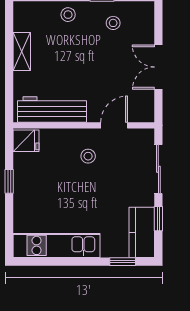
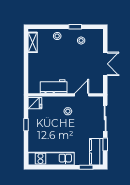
shelving: (22, 52) -> (33, 42), moved
double door: (158, 67) -> (105, 64), swing flipped
workbench: (52, 109) -> (54, 86), width x0.73

